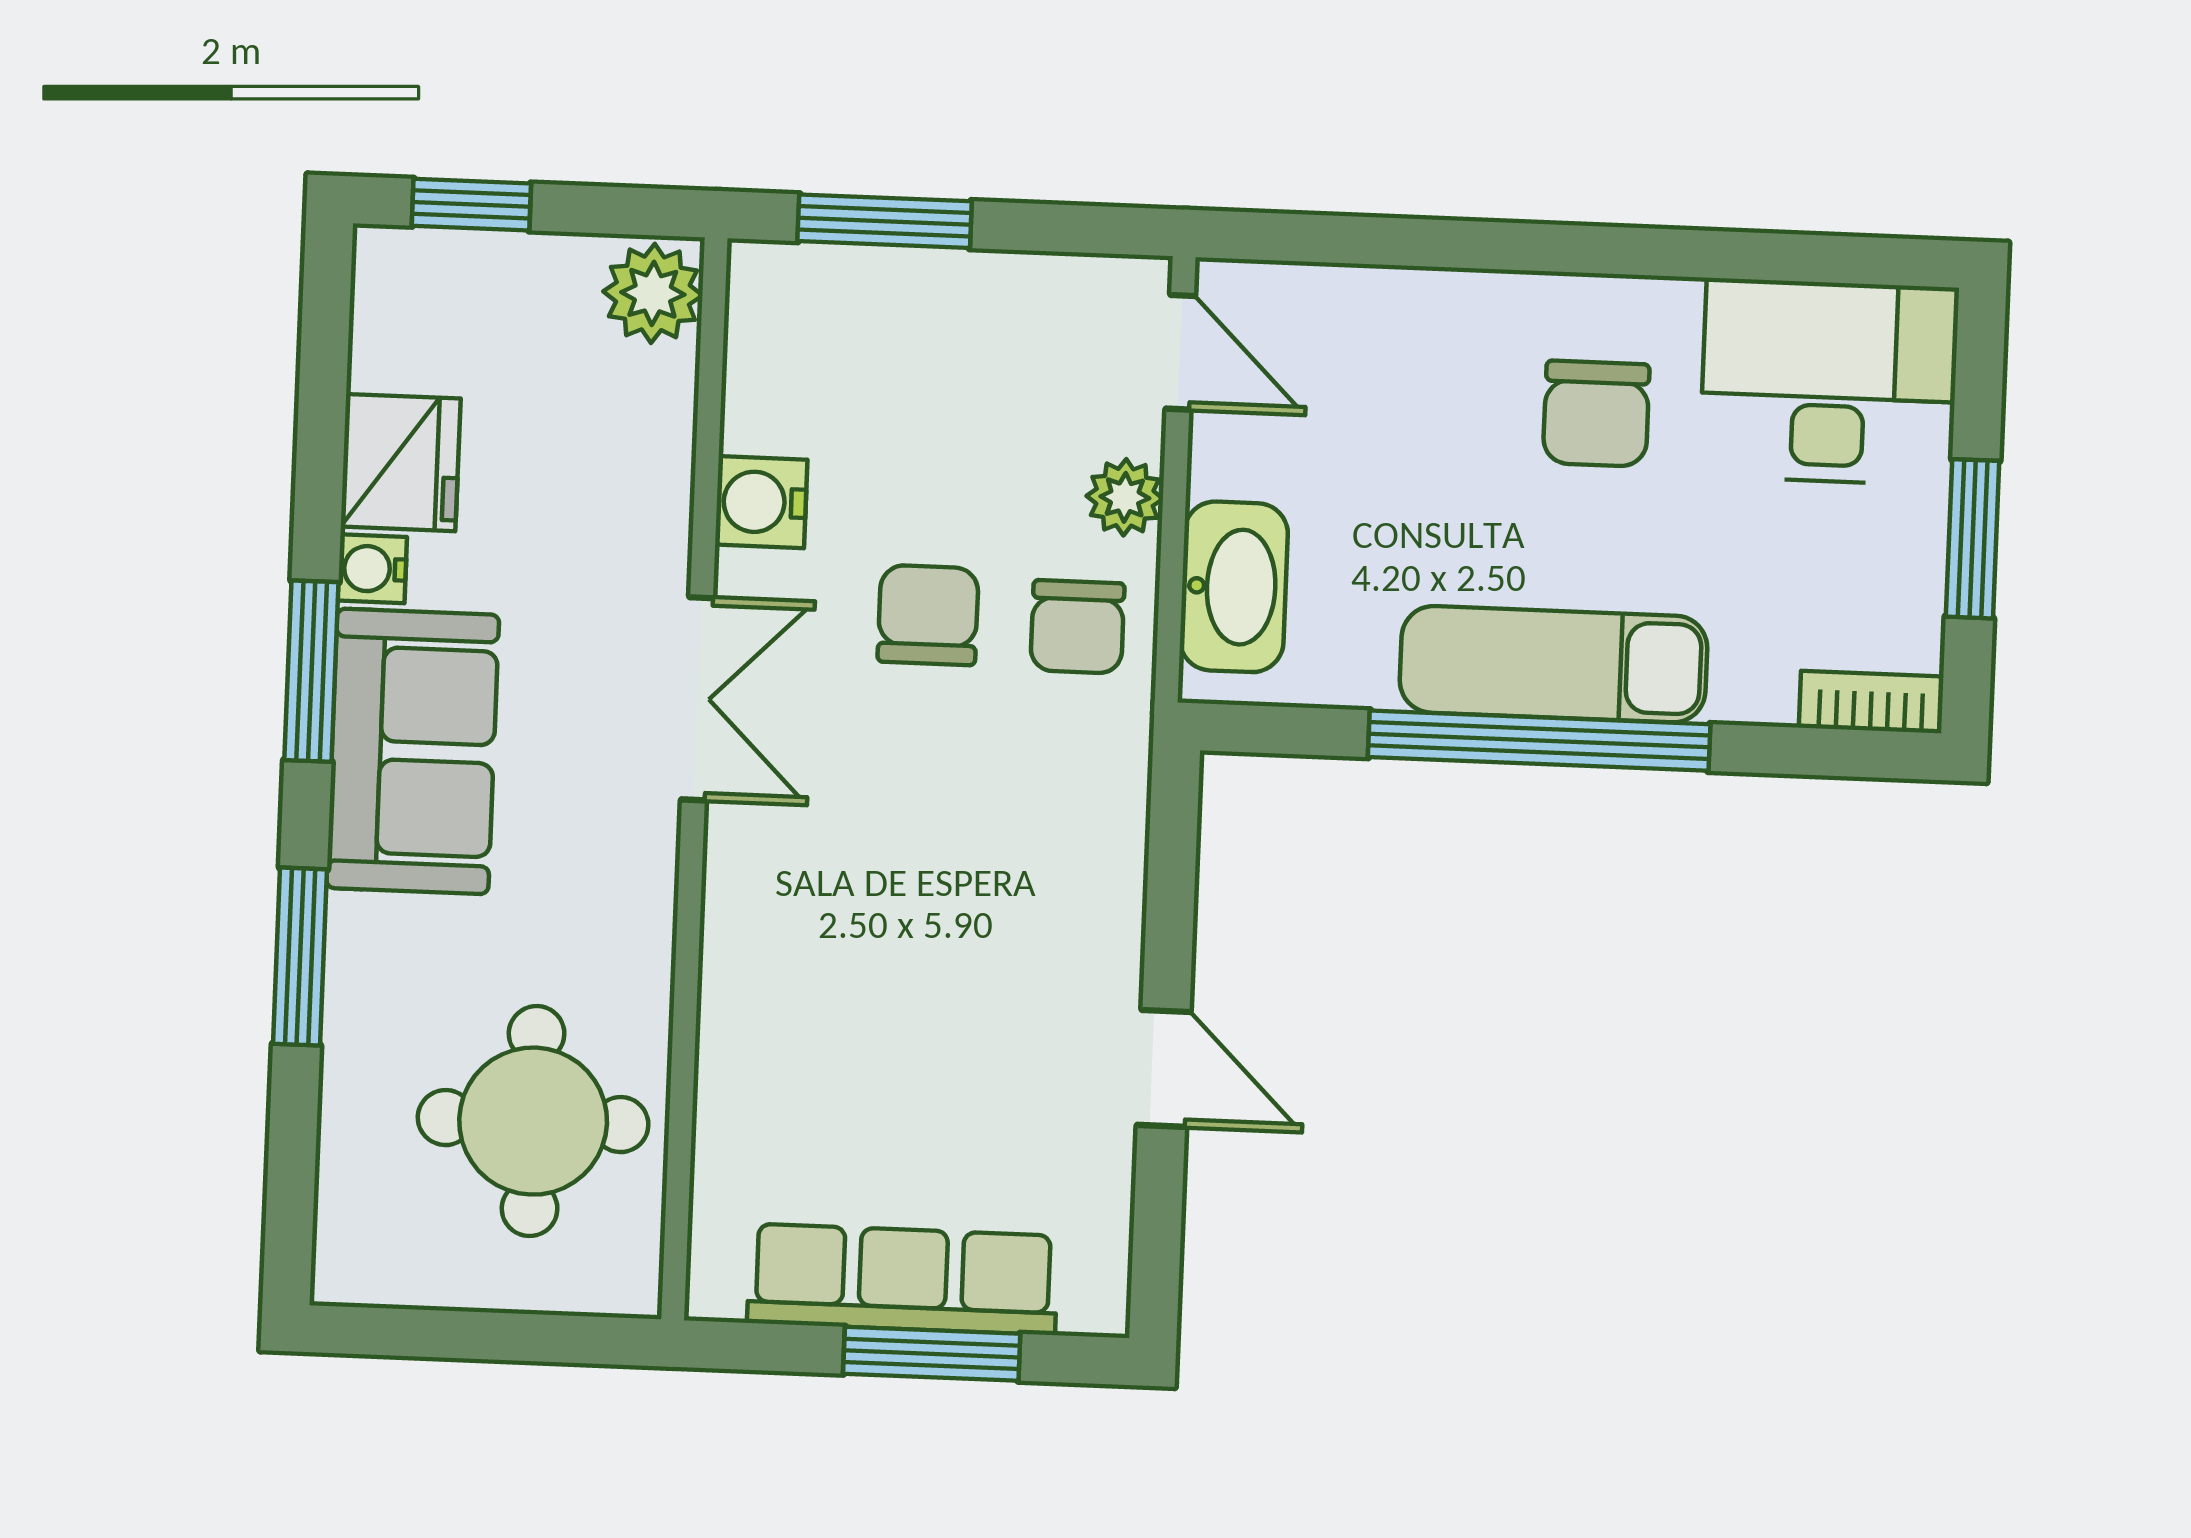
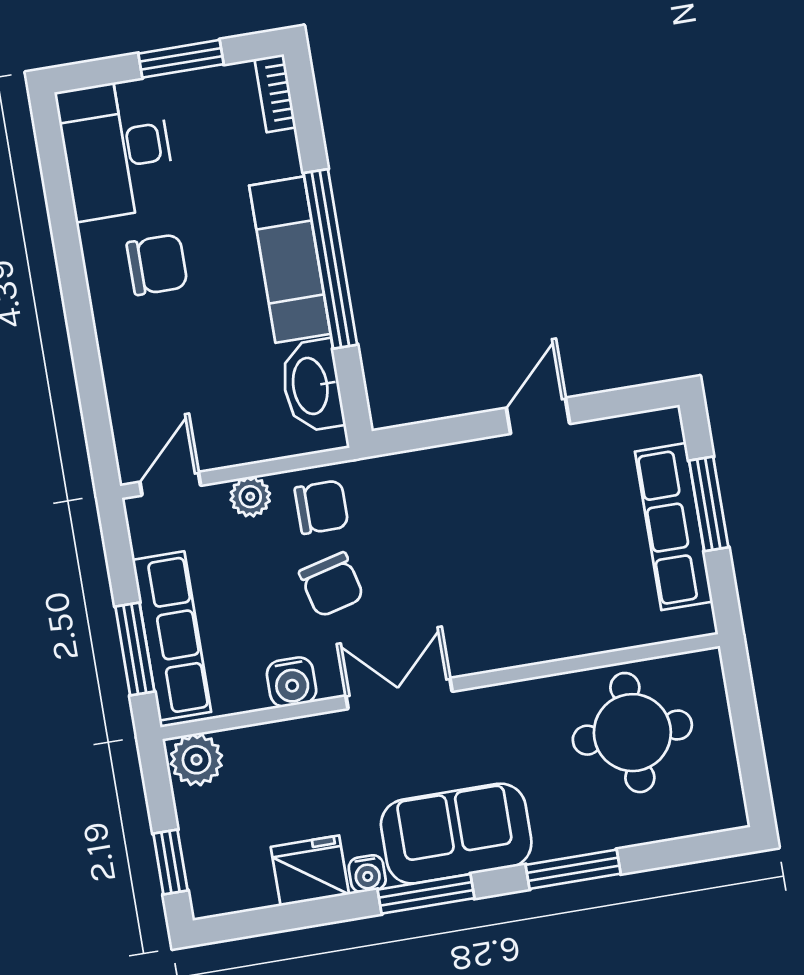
row of seats: (895, 296) -> (172, 636), added
washbasin: (1234, 587) -> (312, 386), moved, turned -90
chair: (928, 615) -> (331, 585), turned -104

